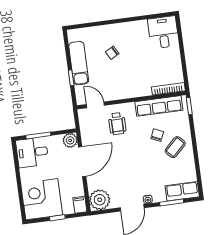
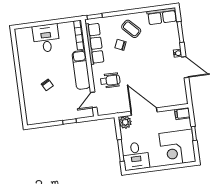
desk: (163, 32) -> (46, 38), moved, turned 90
exam couch: (79, 63) -> (81, 70), moved, turned -90
row of seats: (182, 191) -> (162, 16), moved, turned -90
plant: (100, 200) -> (178, 96), removed

